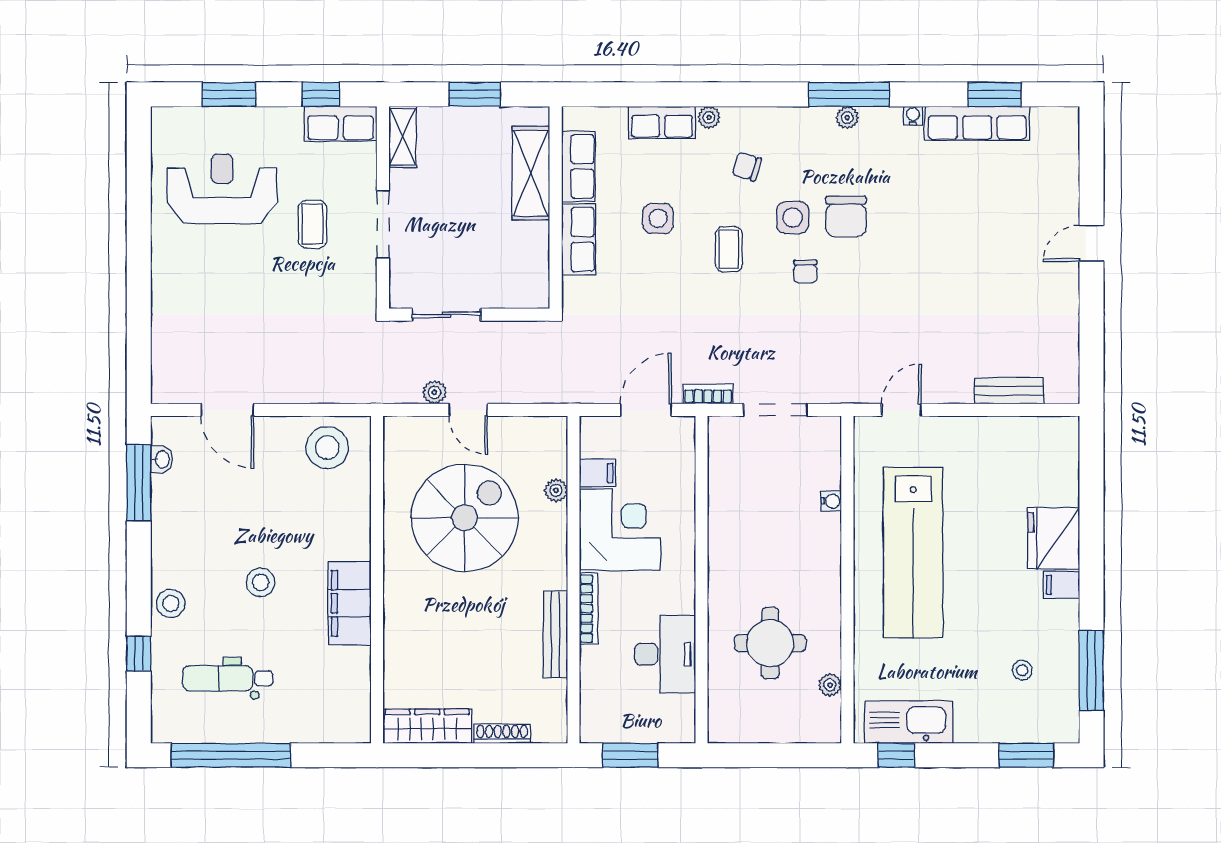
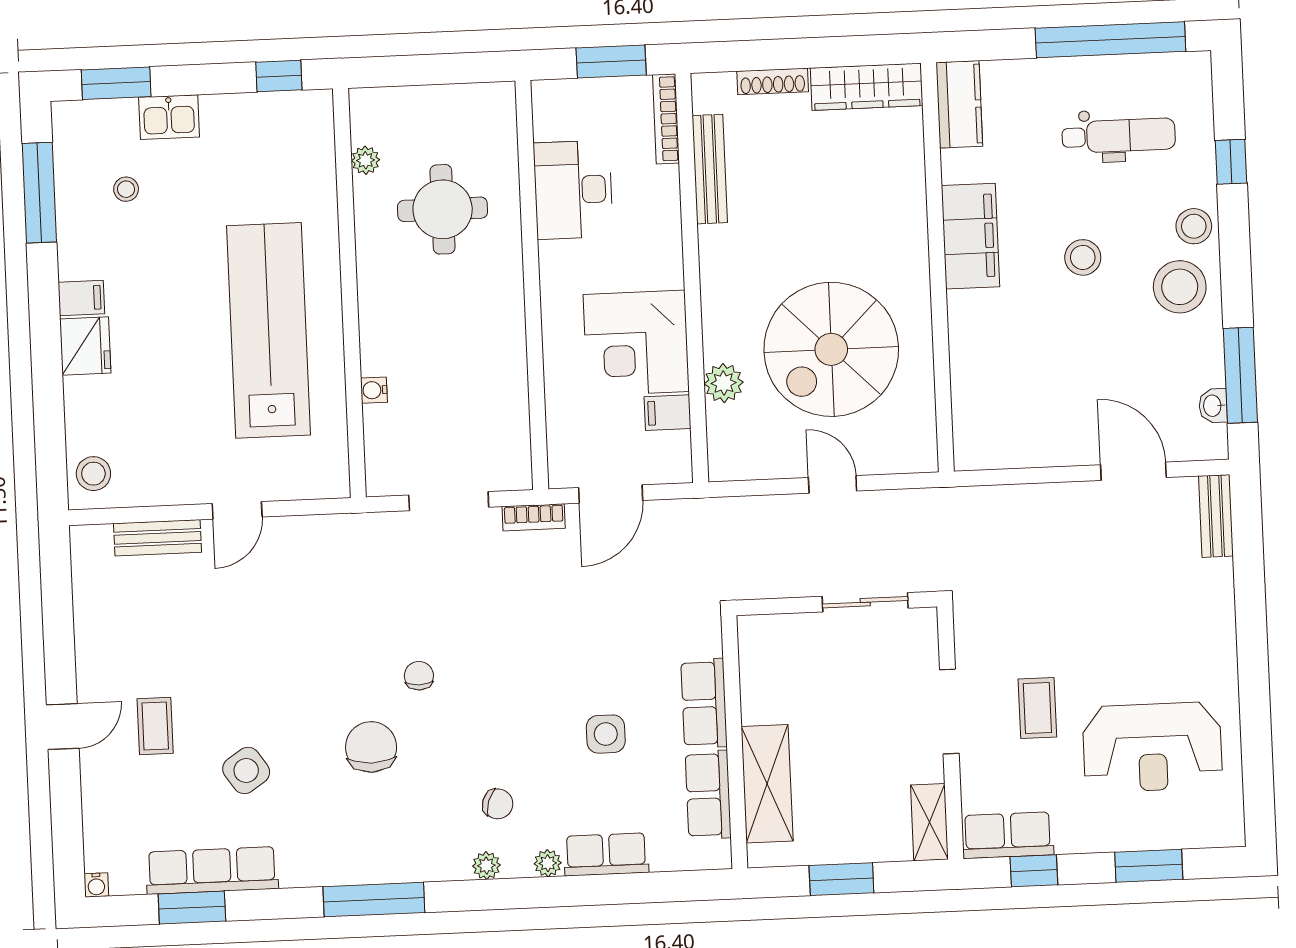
water cooler: (913, 116) -> (96, 885), moved
plant: (847, 118) -> (486, 866), moved
side table: (793, 218) -> (246, 770), moved, turned -34
coffee table: (729, 249) -> (155, 726), moved
bench: (163, 371) -> (1216, 516), added
plant: (434, 392) -> (876, 504), removed
door: (901, 410) -> (237, 510), moved
stool: (1058, 444) -> (93, 474), added
stool: (327, 448) -> (1180, 287), moved
plant: (556, 490) -> (724, 383), width x1.38, depth x1.38
fridge: (1054, 538) -> (85, 346), width x0.73, depth x0.75
bookcase: (589, 608) -> (666, 119), moved
bench: (555, 635) -> (710, 169), moved
kitchen counter: (354, 709) -> (959, 104), added
kitchen sink: (908, 722) -> (169, 117), moved, width x0.53, depth x0.81

